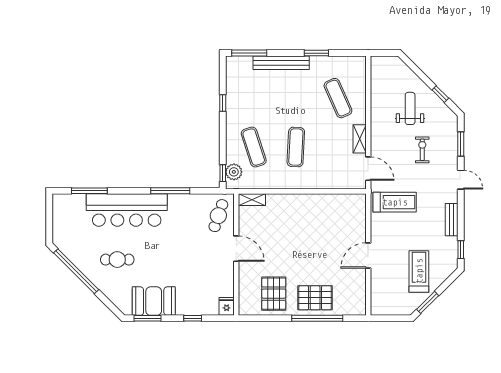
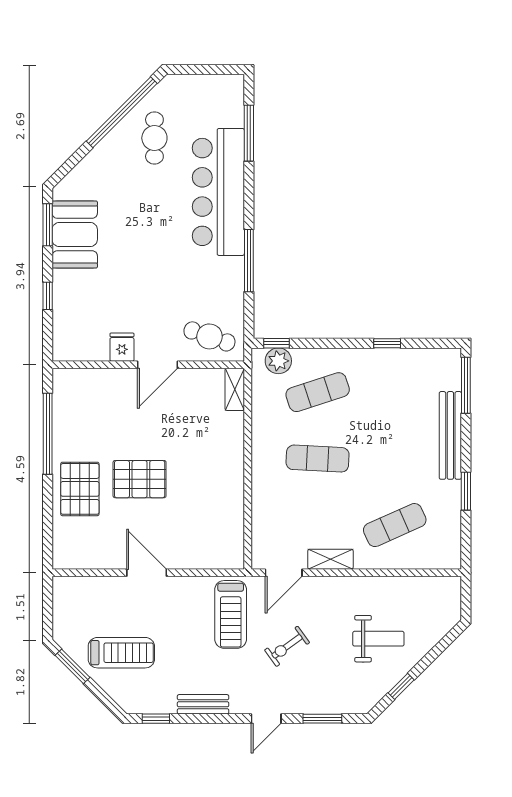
exercise bike: (422, 150) -> (287, 646), moved, turned 144
cafe table: (117, 260) -> (154, 138), moved
pallet: (274, 294) -> (140, 479), moved
fridge: (227, 306) -> (122, 347), moved, turned -90
window: (317, 318) -> (48, 434), moved

